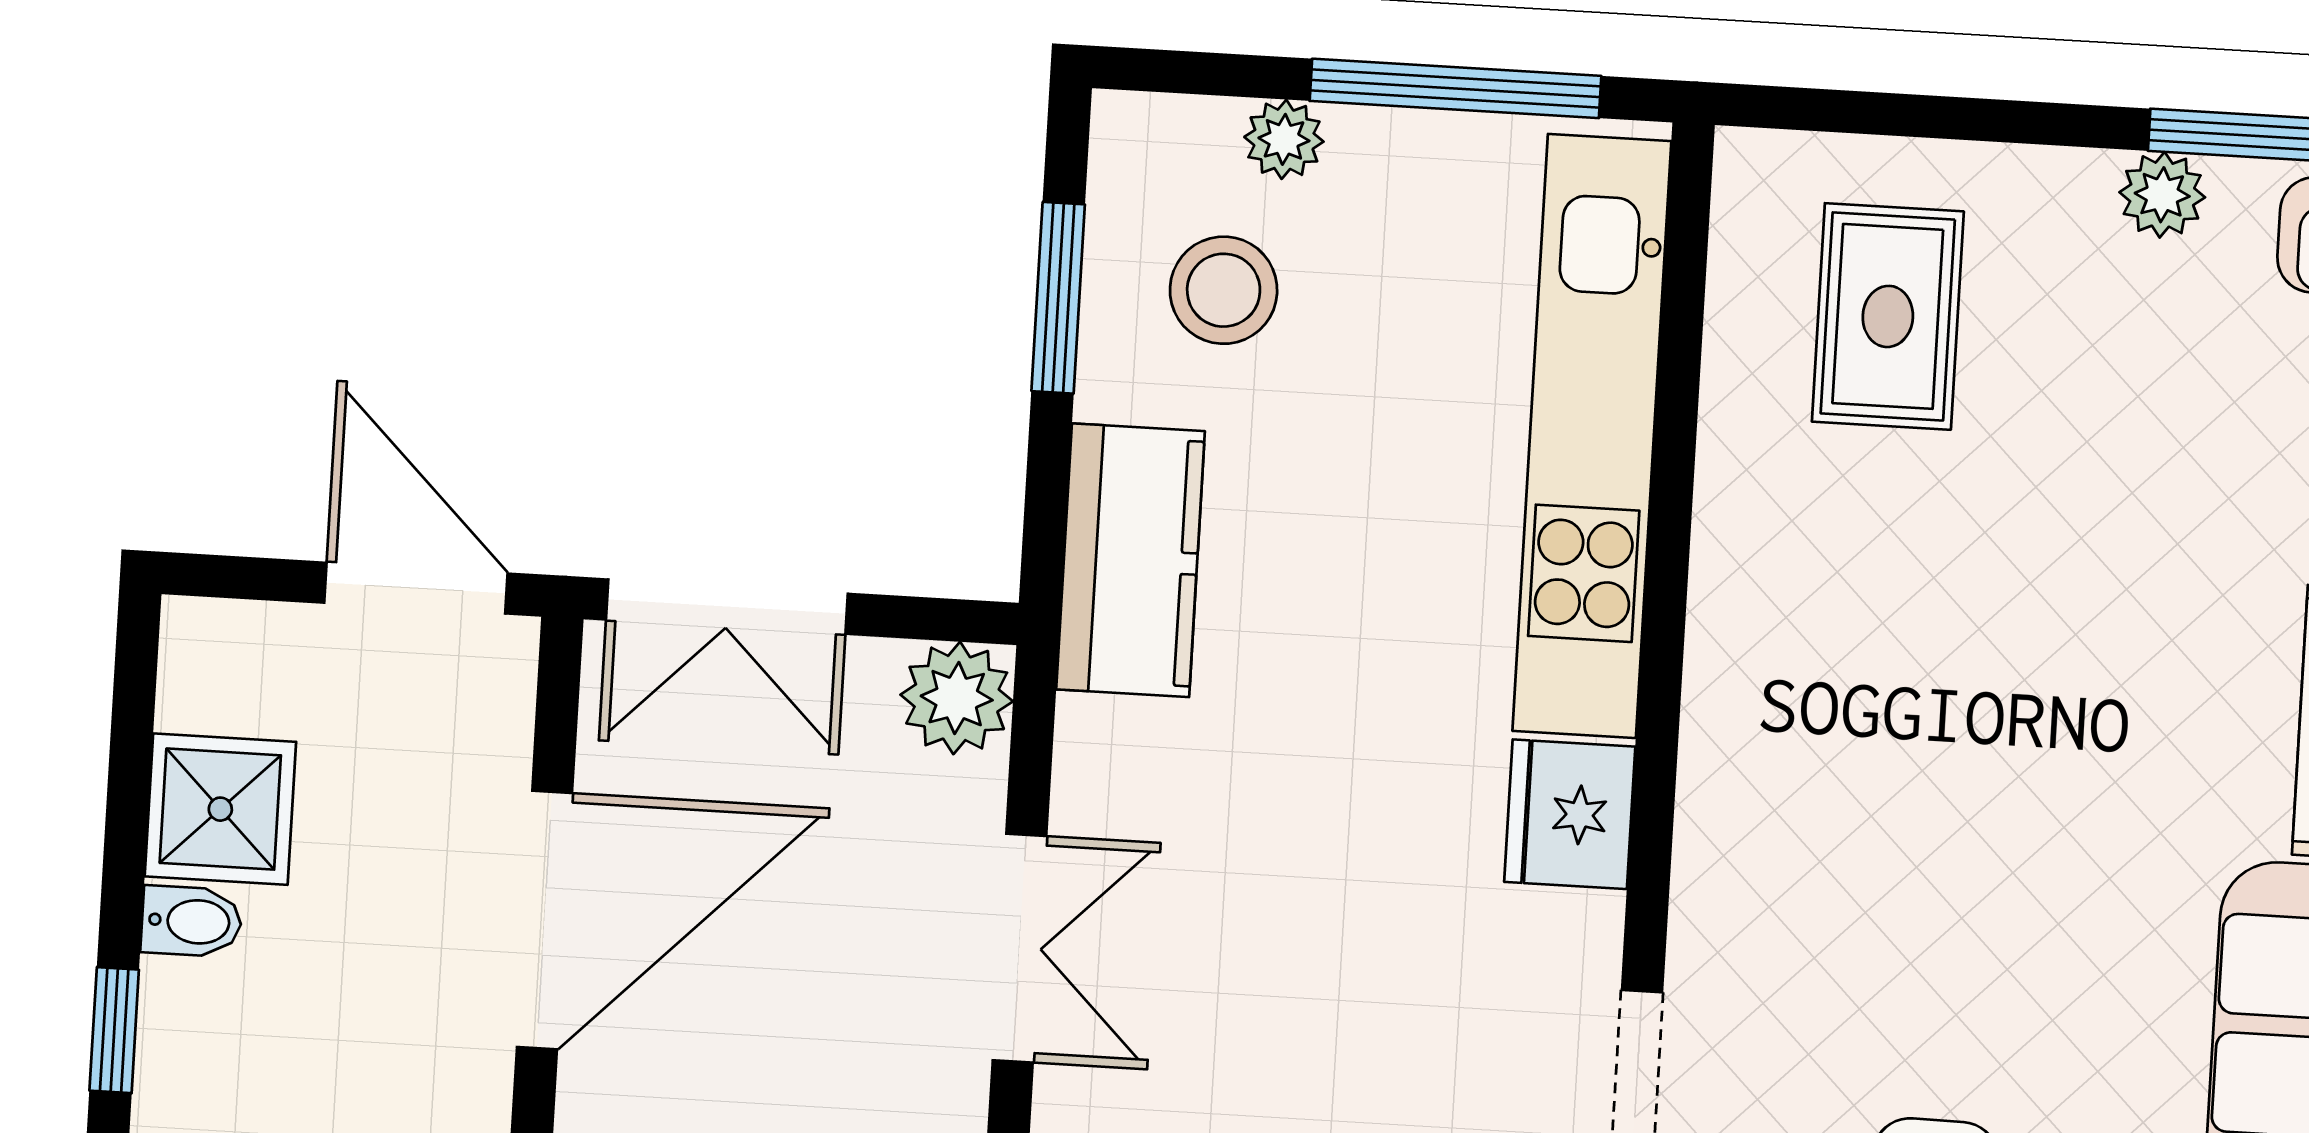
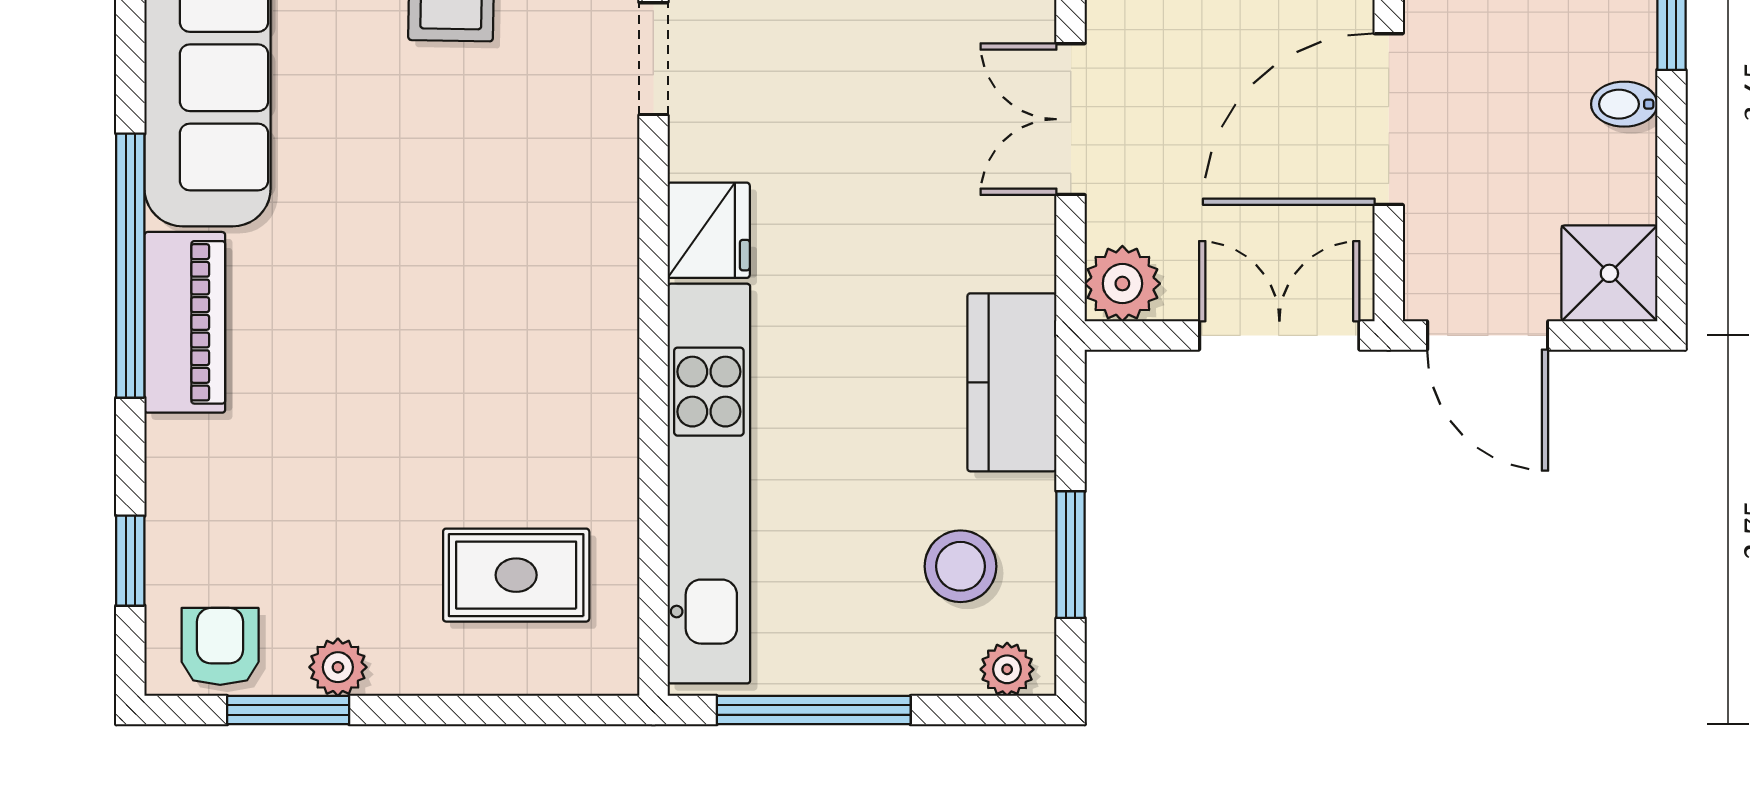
plant: (1284, 139) -> (1007, 669), moved
rug: (1888, 316) -> (516, 575), turned 90
shower: (220, 809) -> (1609, 273), moved

